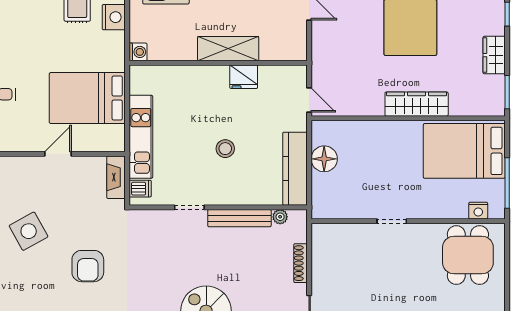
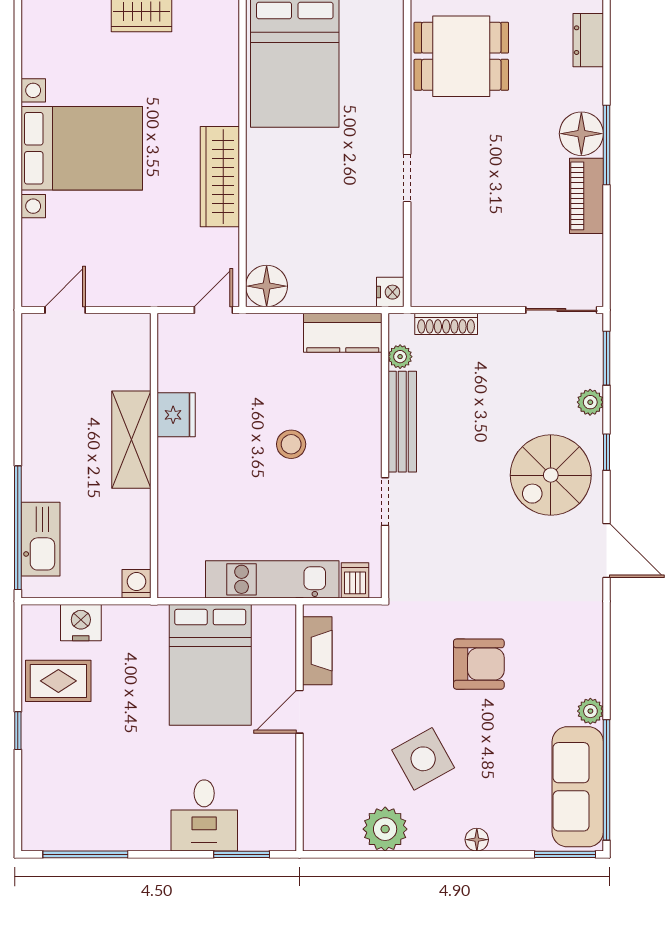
wardrobe: (417, 104) -> (220, 177), moved
door: (58, 154) -> (300, 712), hinge flipped
floor lamp: (324, 159) -> (267, 286), moved
kitchen counter: (295, 169) -> (343, 333), width x0.67
fireplace: (116, 177) -> (317, 651), moved, turned -90
nightstand: (478, 211) -> (390, 292), moved
shoe rack: (301, 263) -> (446, 324), moved

